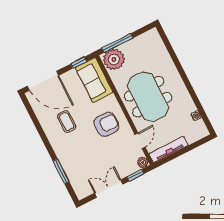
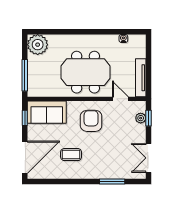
plant: (114, 59) -> (38, 45), moved
plant: (143, 162) -> (141, 118), moved
double door: (109, 189) -> (149, 158), moved

